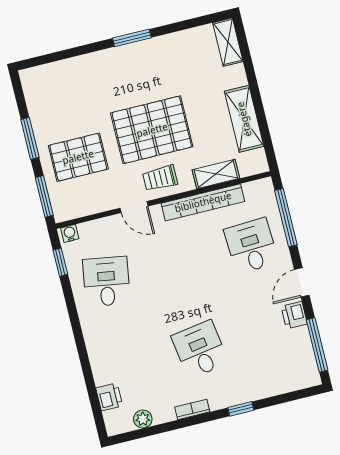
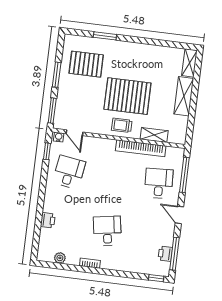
window: (132, 38) -> (105, 36), moved
shelving: (244, 119) -> (184, 96), moved
pallet: (78, 157) -> (86, 64), moved
door: (134, 207) -> (75, 133), moved
door: (302, 282) -> (179, 215), hinge flipped
printer: (294, 315) -> (165, 254), moved
printer: (109, 397) -> (48, 220), moved
window: (241, 409) -> (156, 278), moved

